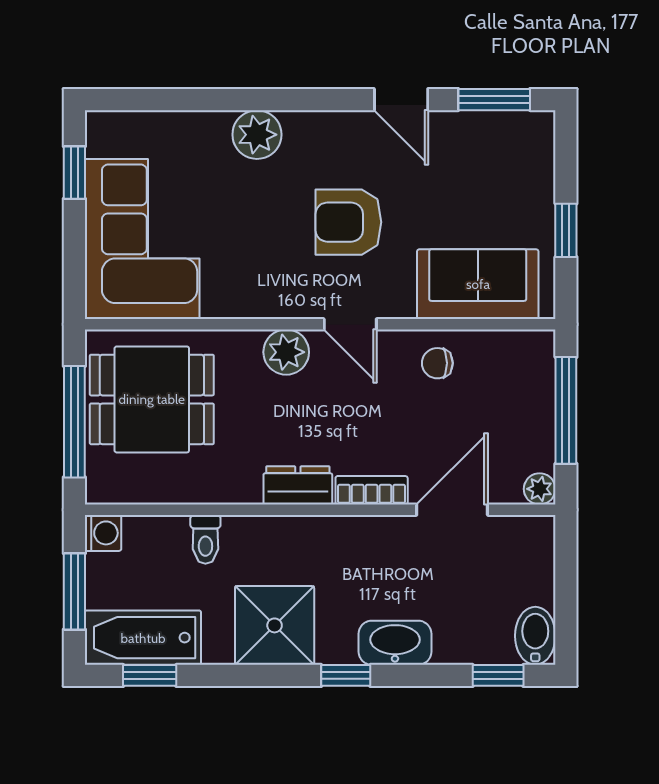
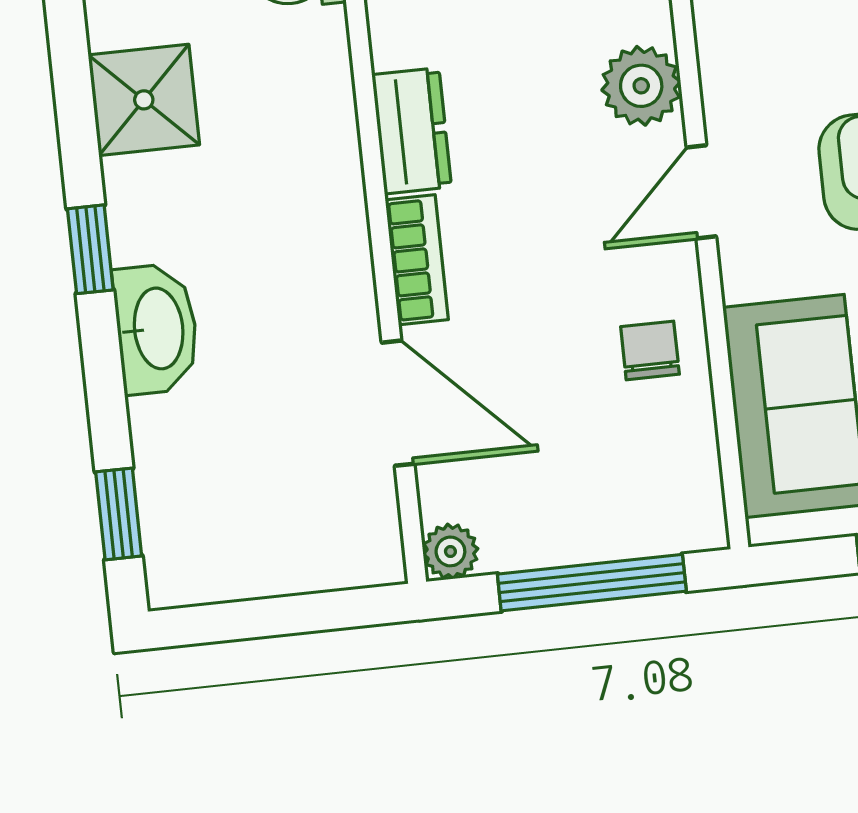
shower: (275, 625) -> (144, 100), width x0.73, depth x0.73
bidet: (535, 636) -> (194, 571), removed

